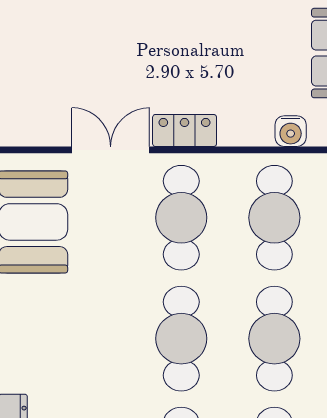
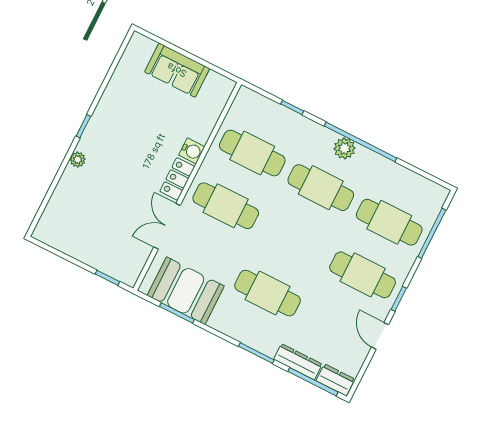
water cooler: (291, 131) -> (192, 151), moved
cafe table: (181, 339) -> (267, 293), moved

